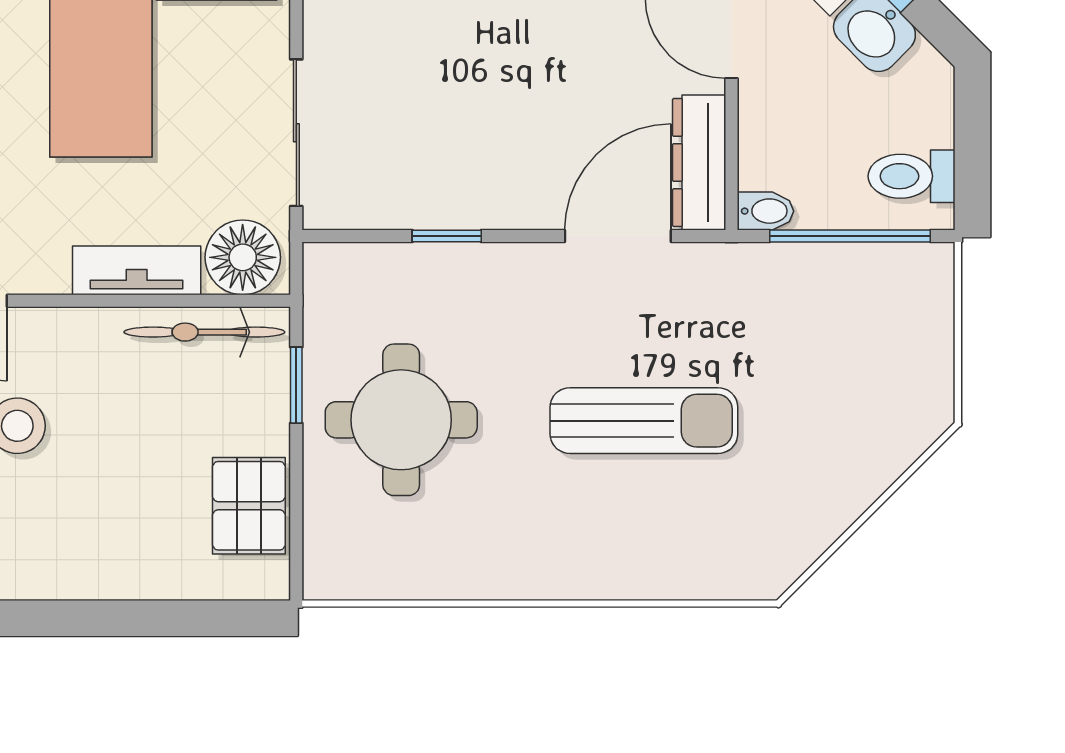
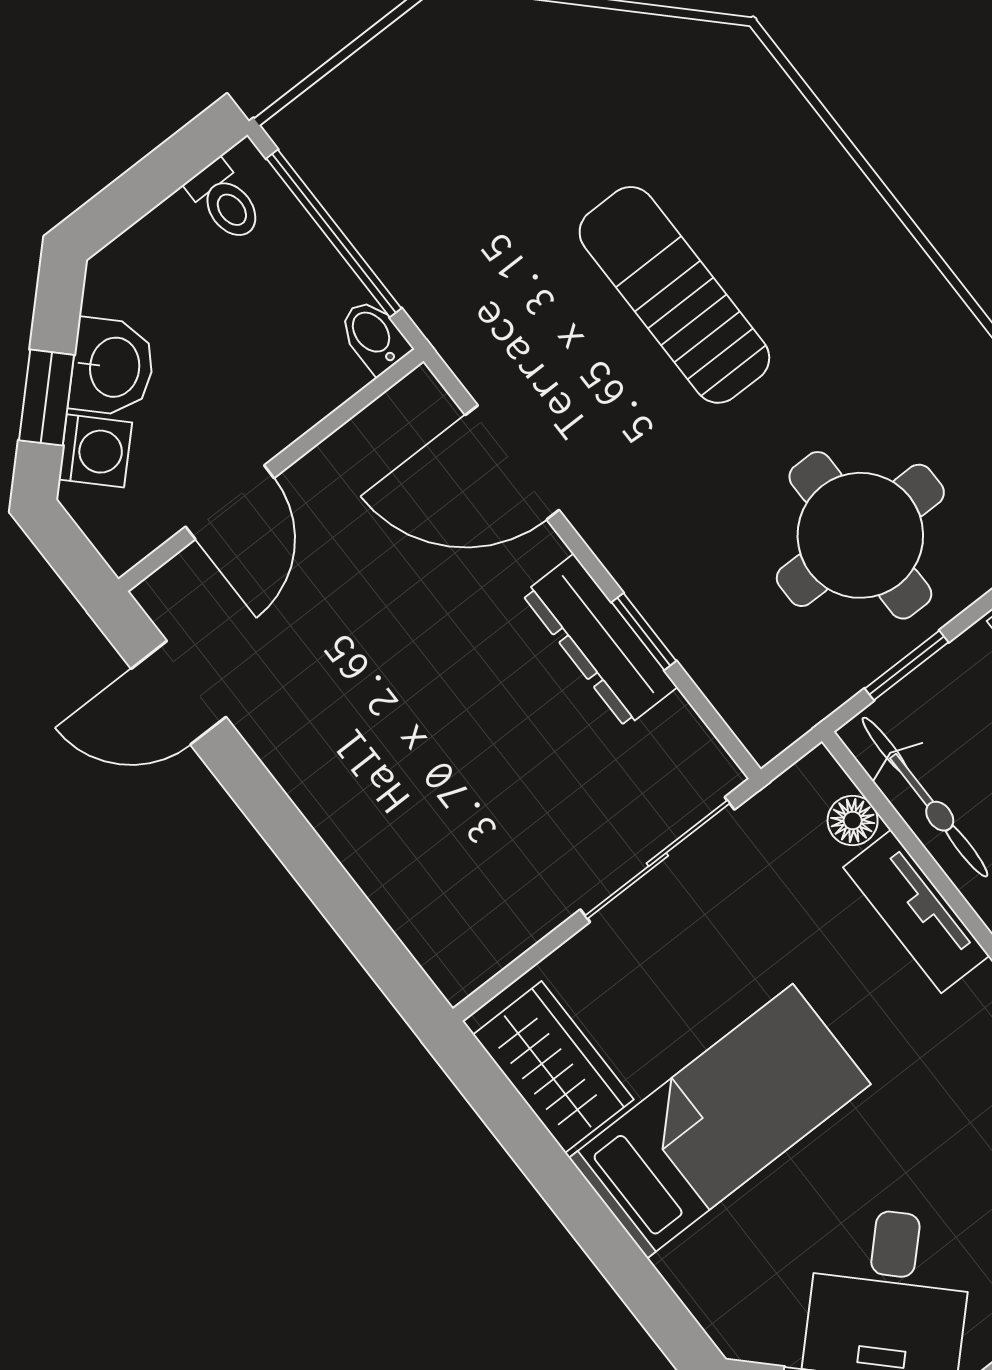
dresser: (699, 163) -> (600, 641), moved, turned 90
toilet: (912, 176) -> (225, 201), width x0.73, depth x0.72
floor lamp: (243, 257) -> (853, 820), width x0.53, depth x0.53

